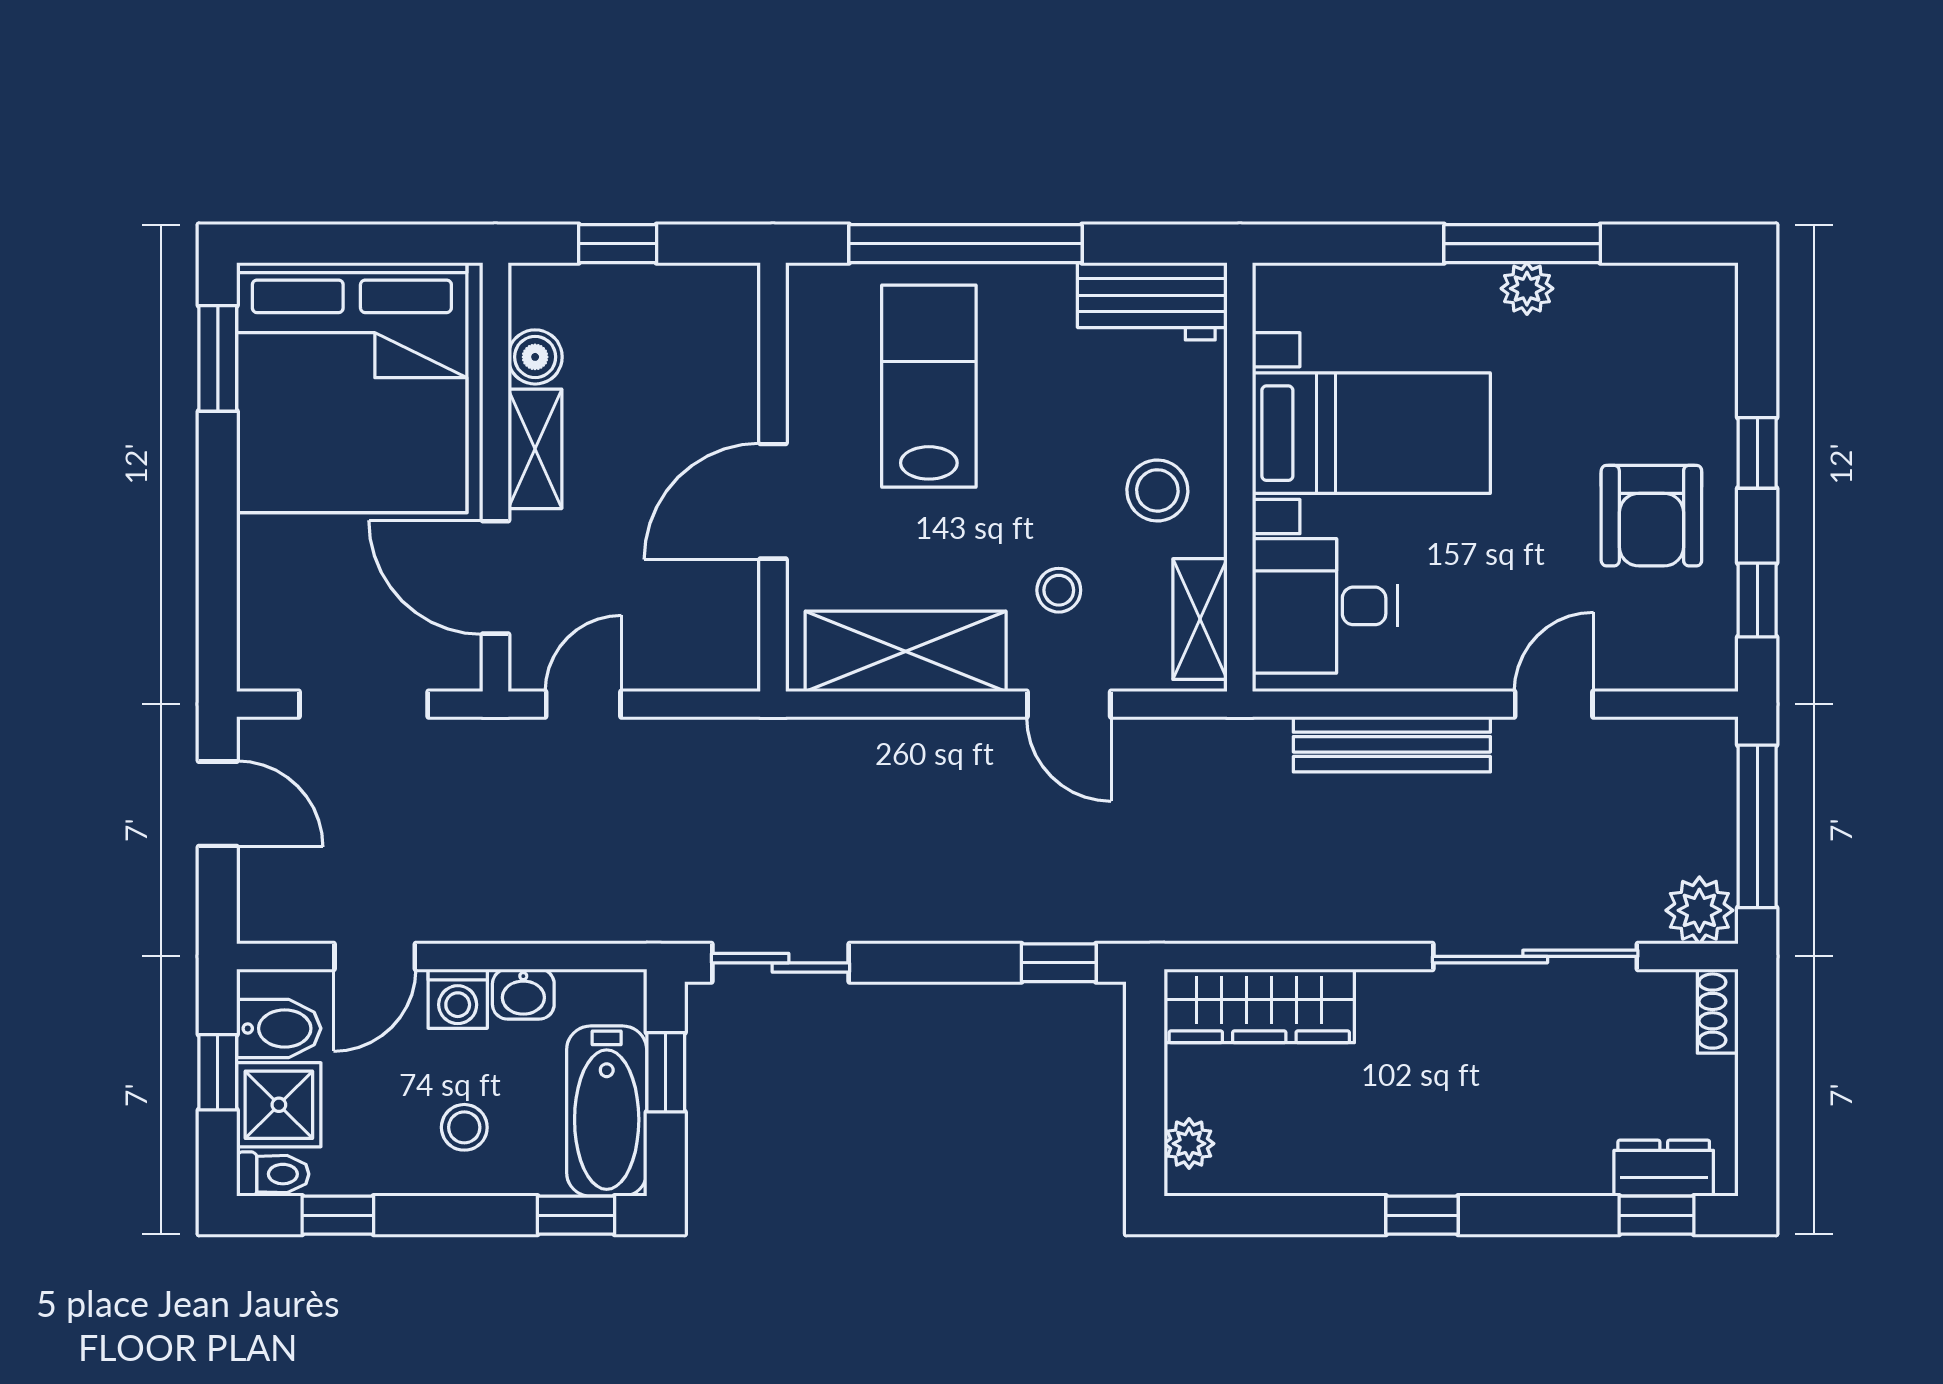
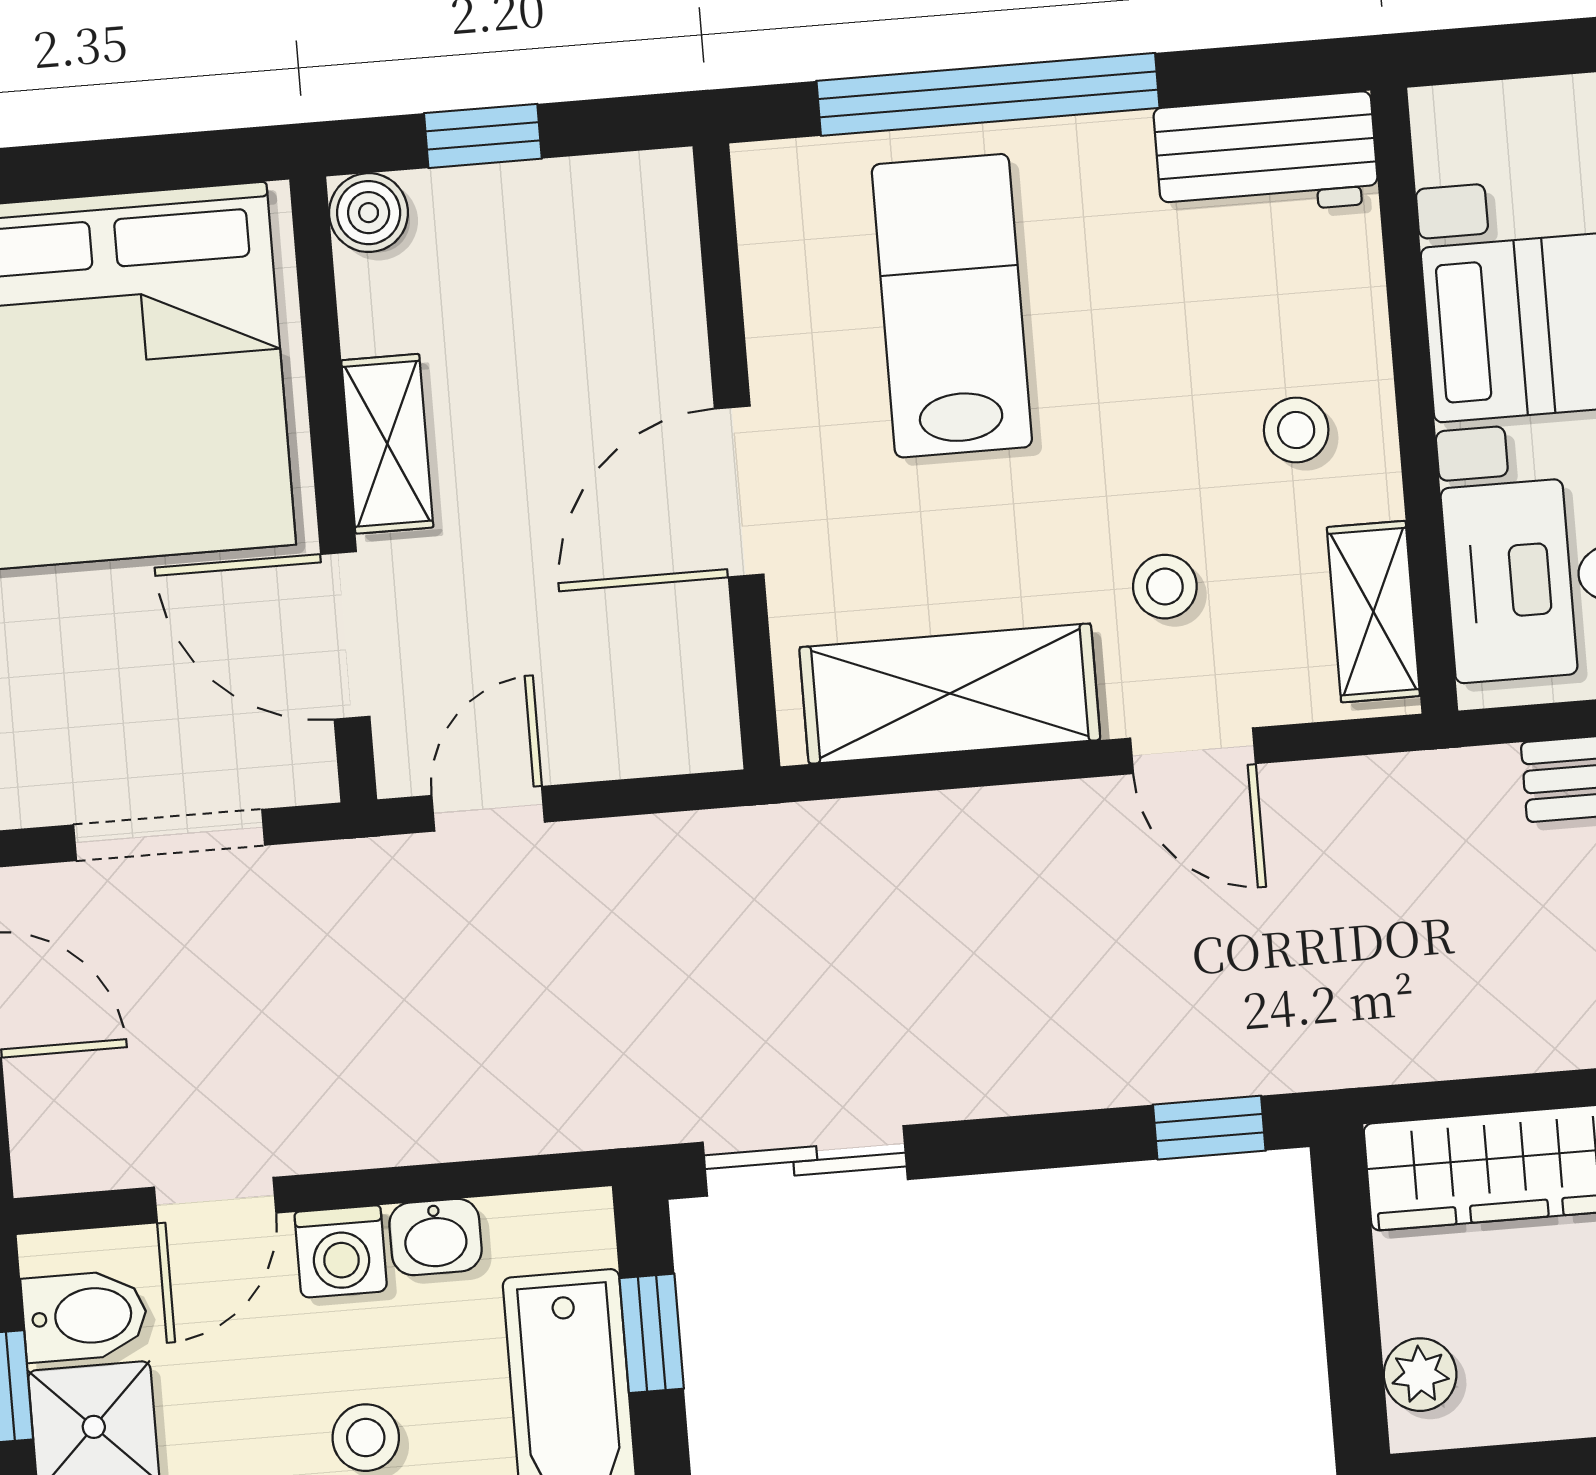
boiler: (535, 357) -> (369, 213), moved
stool: (1157, 490) -> (1296, 430), width x0.73, depth x0.73

